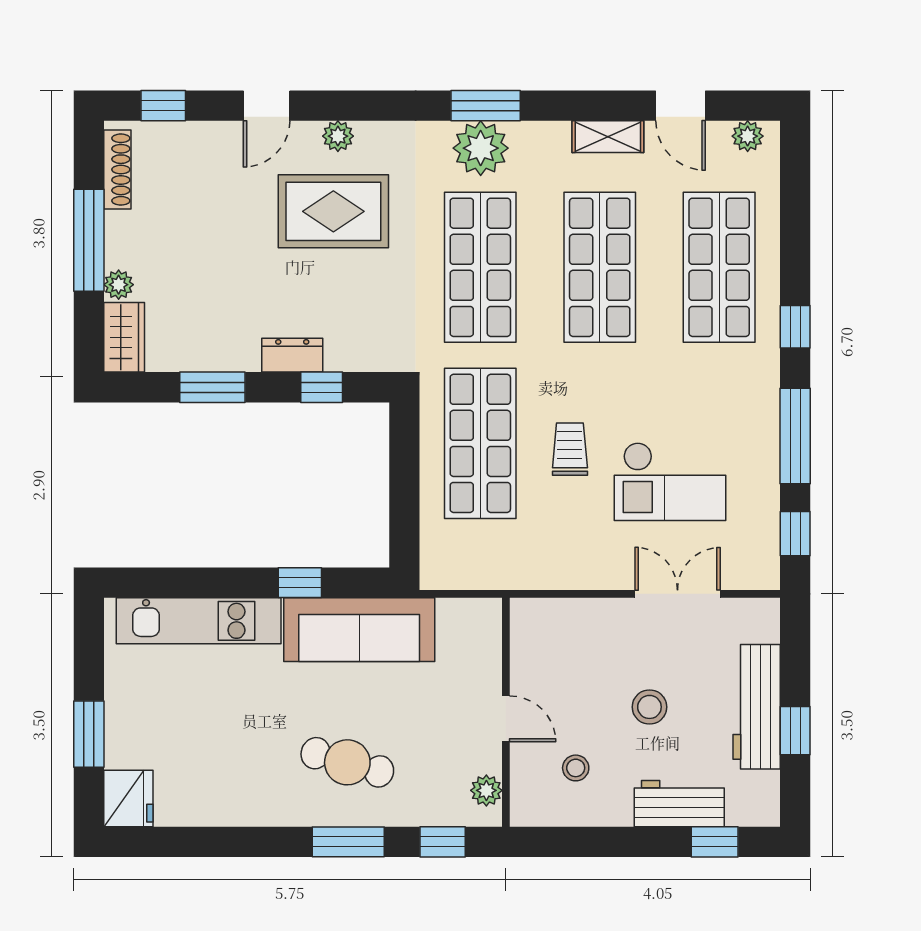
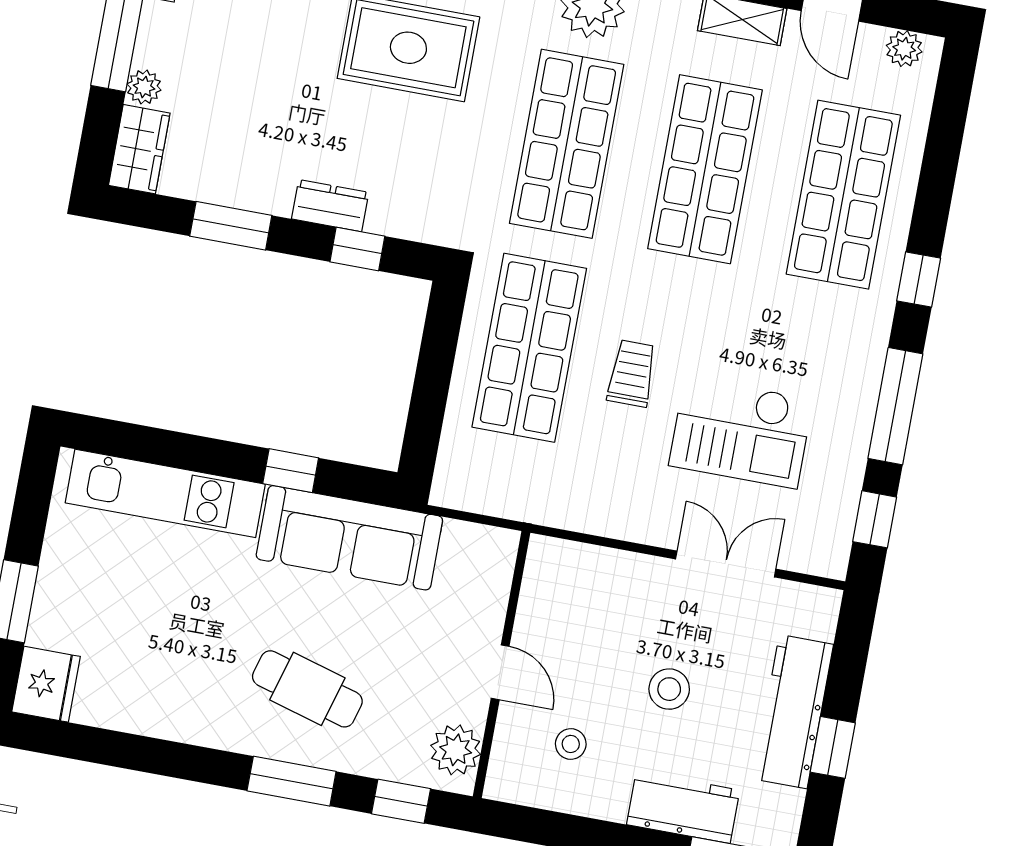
plant: (486, 790) -> (456, 750), width x1.38, depth x1.38

